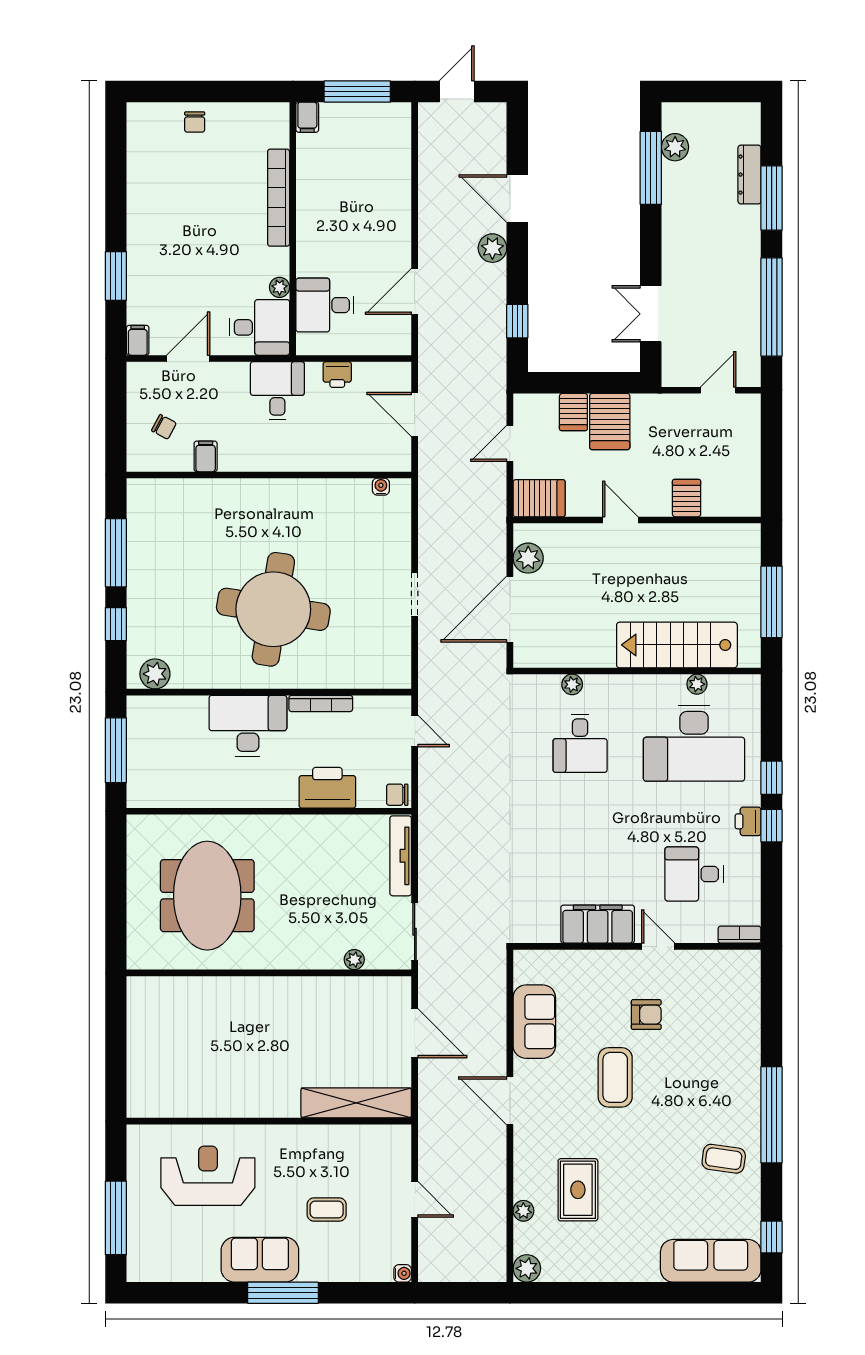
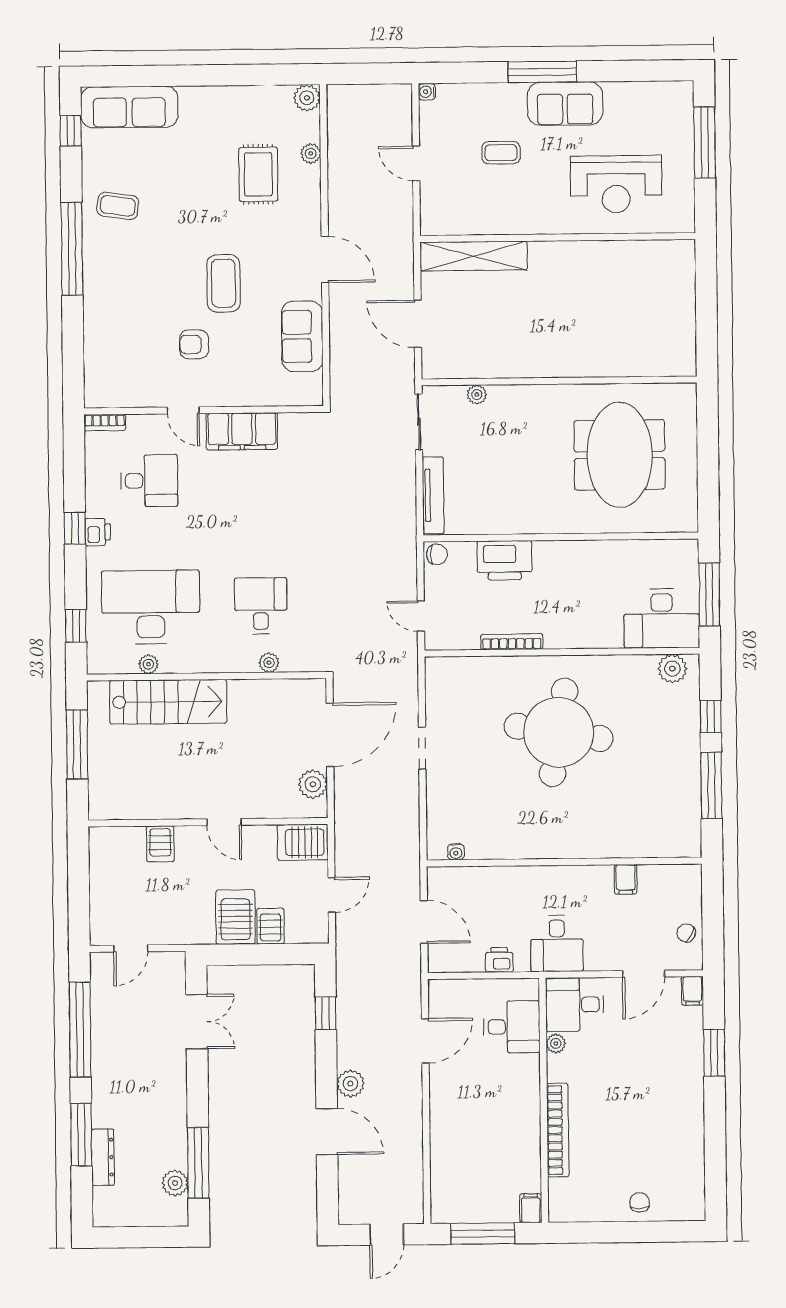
chair: (164, 427) -> (686, 933), moved
desk: (248, 726) -> (662, 619), moved
window: (772, 778) -> (76, 626), moved

